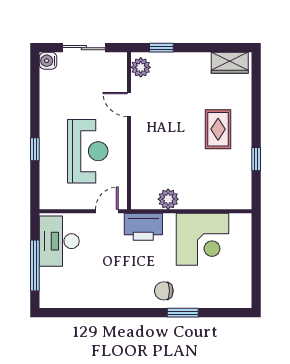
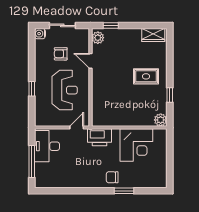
armchair: (81, 93) -> (61, 54), added
rug: (218, 129) -> (146, 76), turned 90
plant: (168, 199) -> (161, 120), moved

